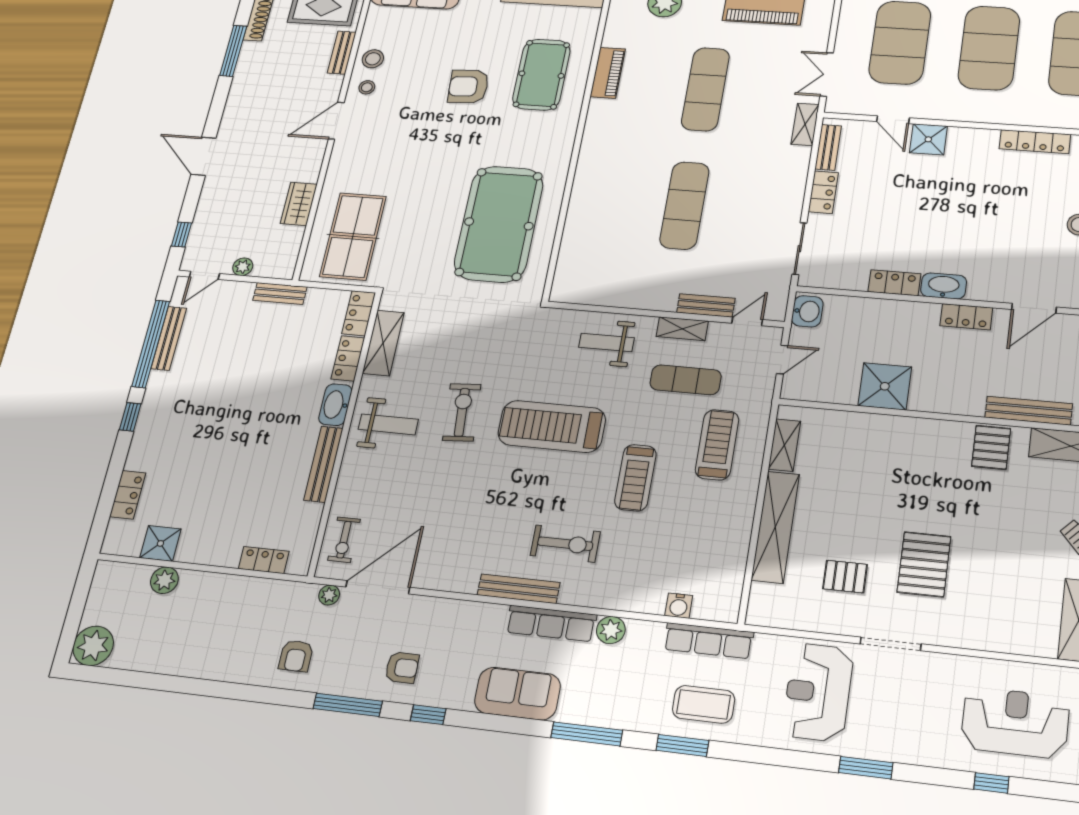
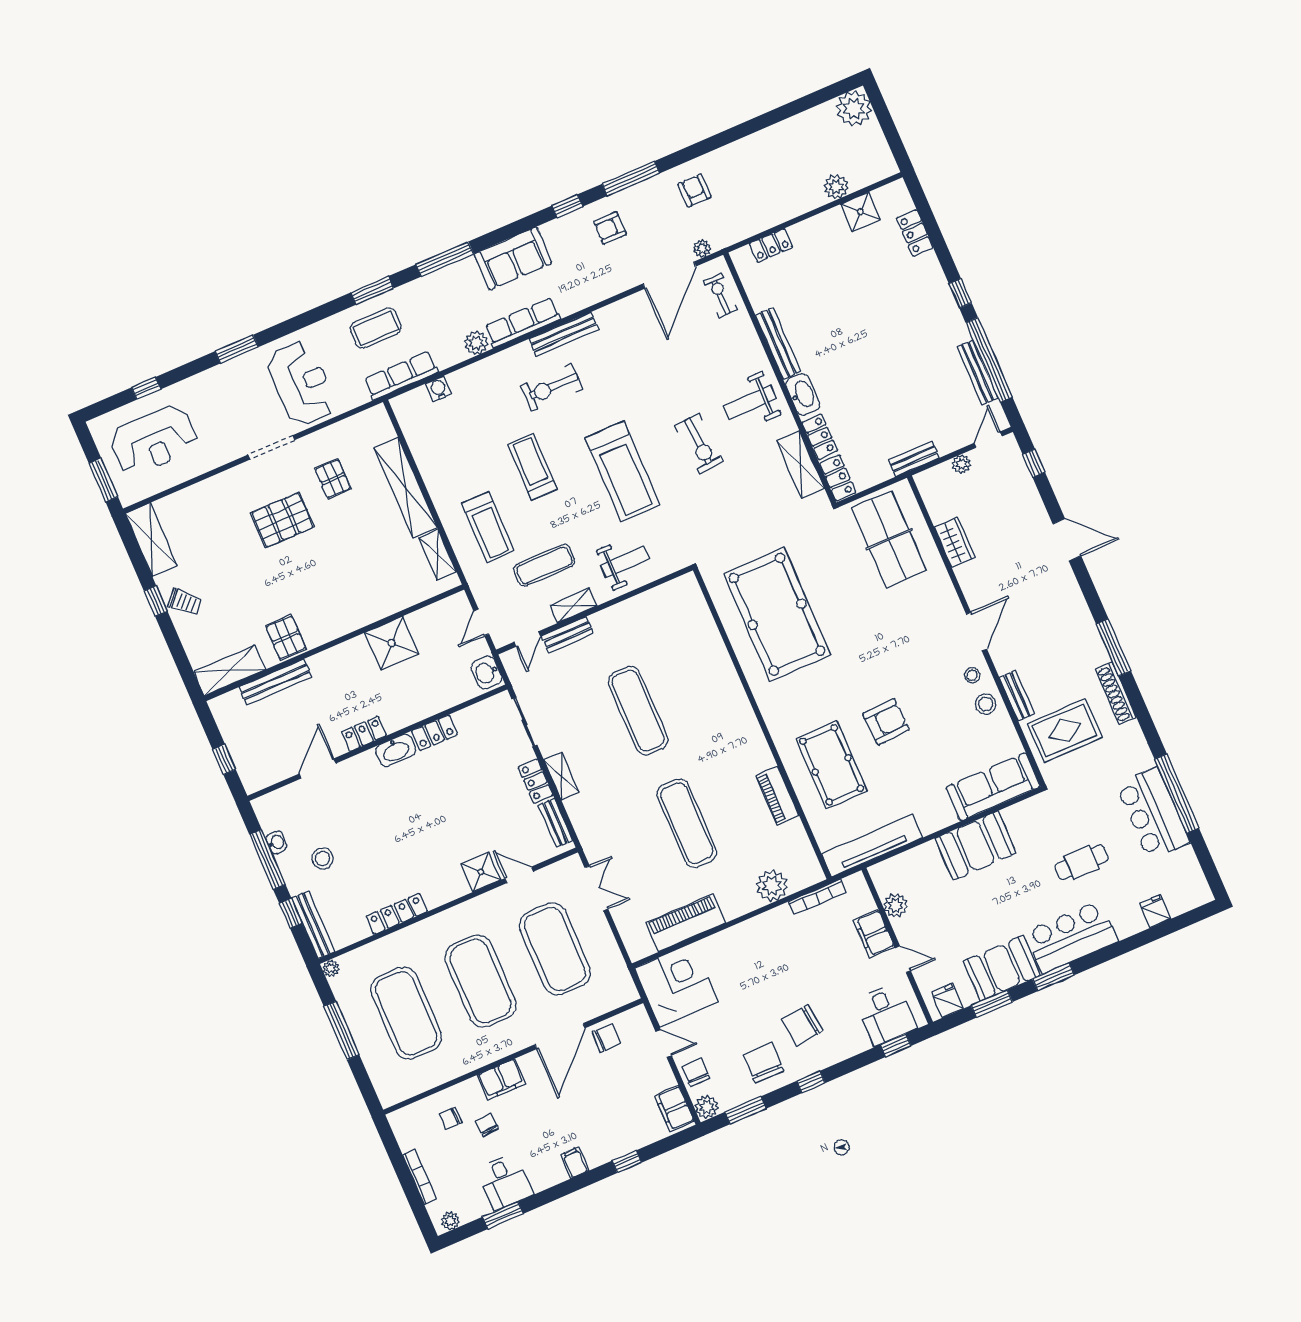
shelving: (805, 124) -> (561, 776), moved
treadmill: (552, 426) -> (622, 471), turned 90
pallet: (924, 564) -> (282, 520), turned 90
pallet: (845, 577) -> (333, 479), turned 90

